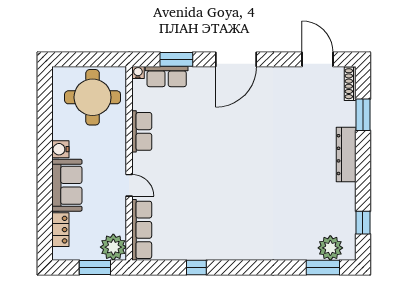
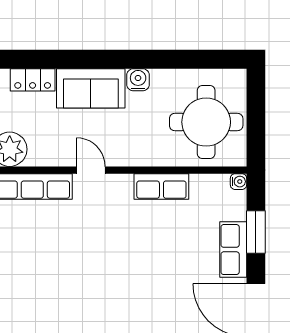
row of seats: (167, 77) -> (233, 250), moved
door: (129, 185) -> (91, 170), swing flipped

